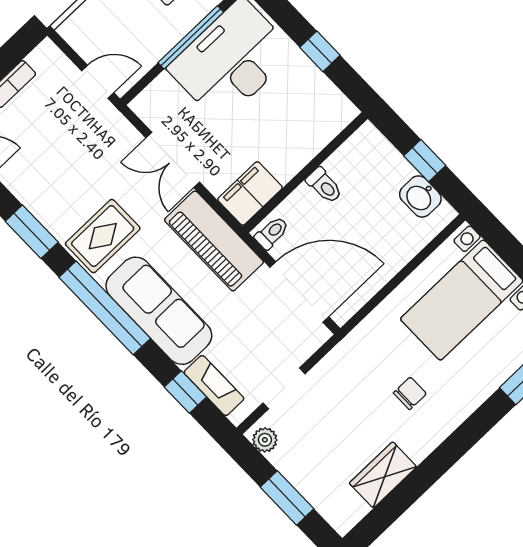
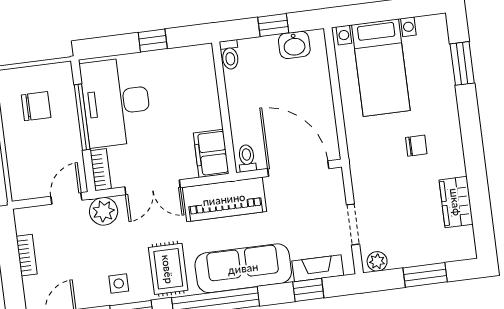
bookcase: (152, 95) -> (101, 170), added
plant: (112, 129) -> (104, 211), added
toilet: (324, 186) -> (230, 55), moved, turned 90
side table: (51, 197) -> (119, 283), added
door: (299, 292) -> (298, 169), hinge flipped
chair: (410, 393) -> (416, 146), turned 90

